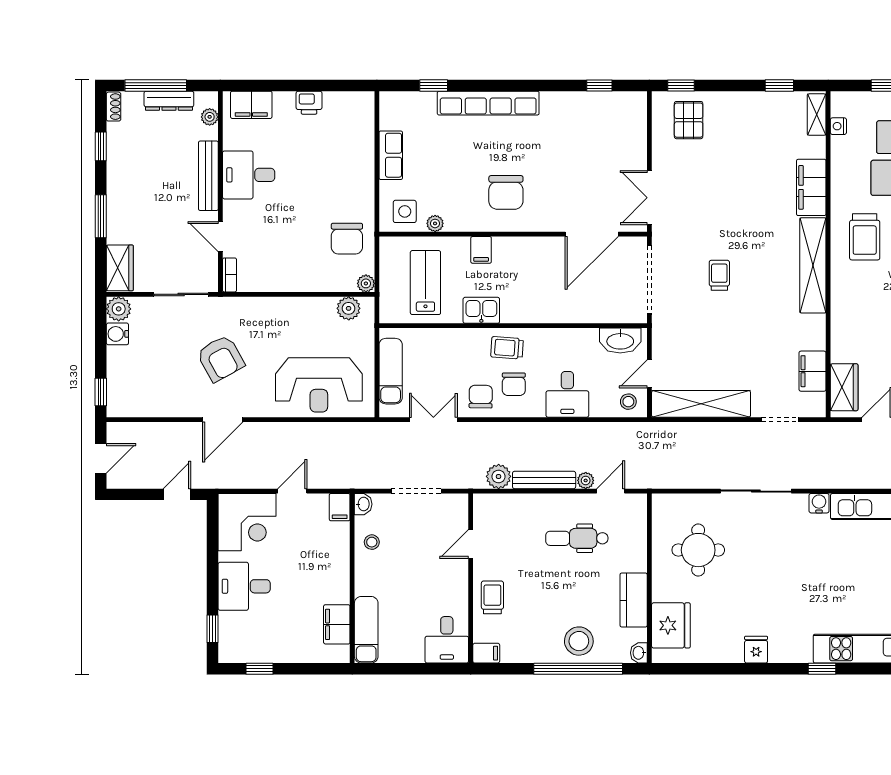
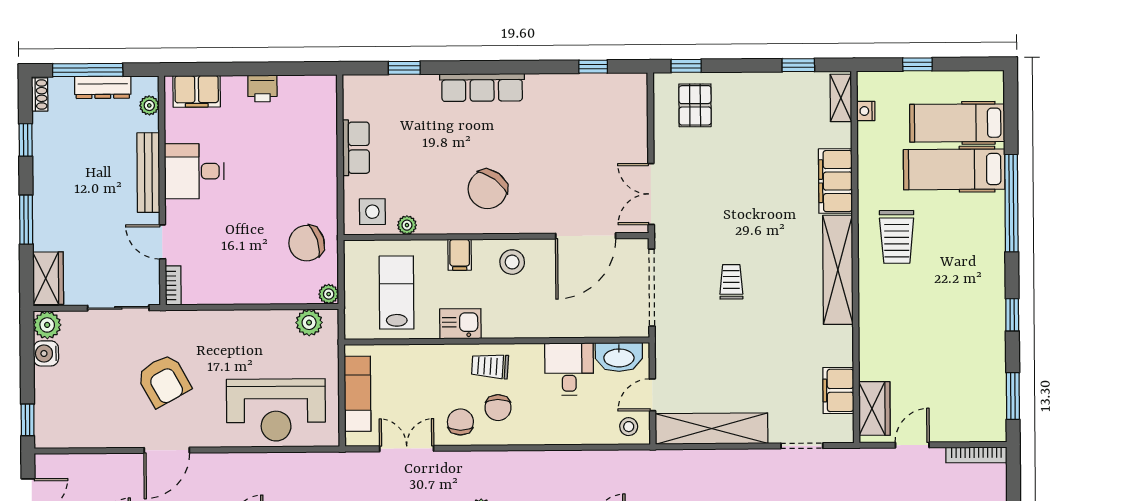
row of seats: (488, 103) -> (482, 87), width x0.73
chair: (506, 192) -> (488, 189), turned 37
chair: (347, 239) -> (307, 243), turned 72
stool: (527, 257) -> (512, 262), added
desk: (567, 394) -> (569, 369), moved, turned 180

